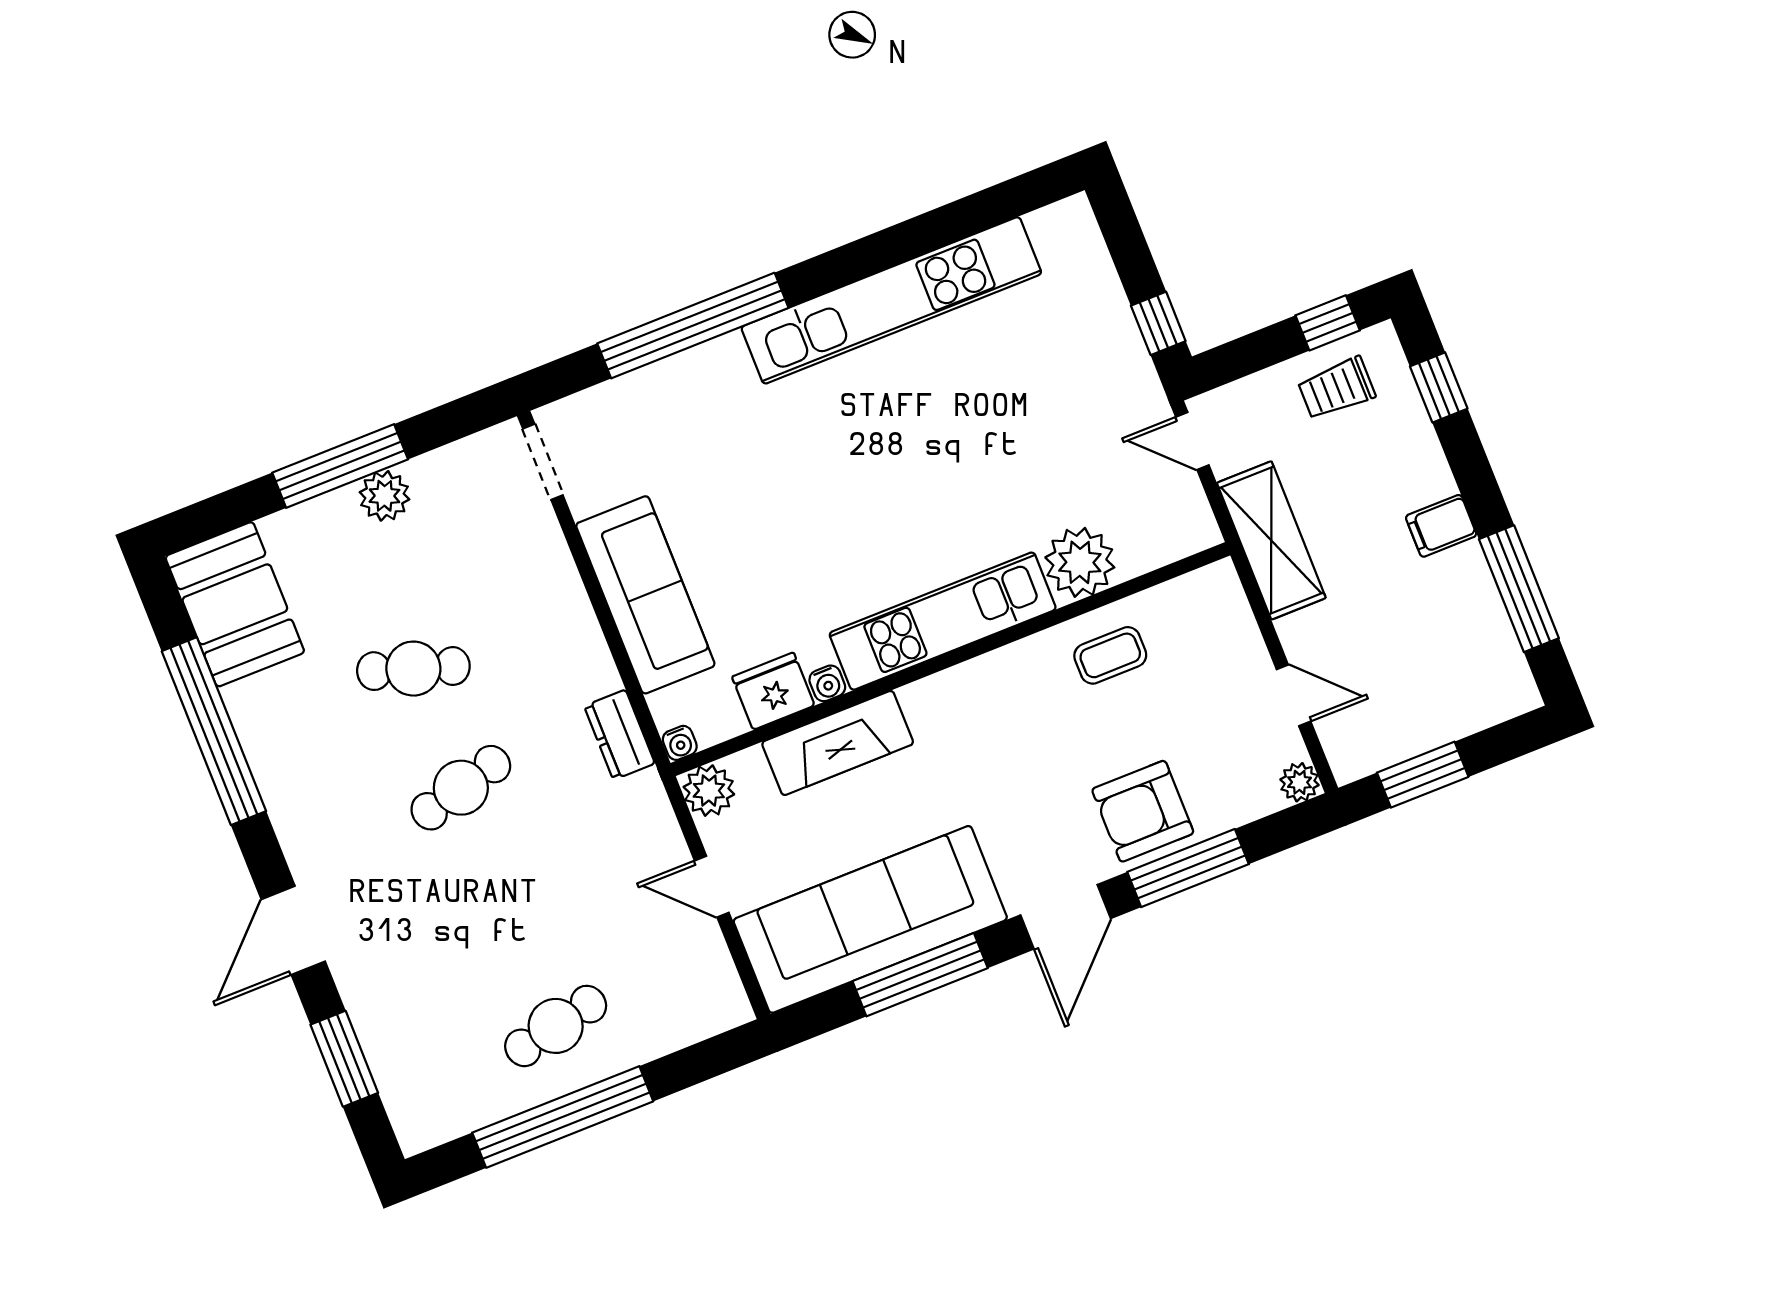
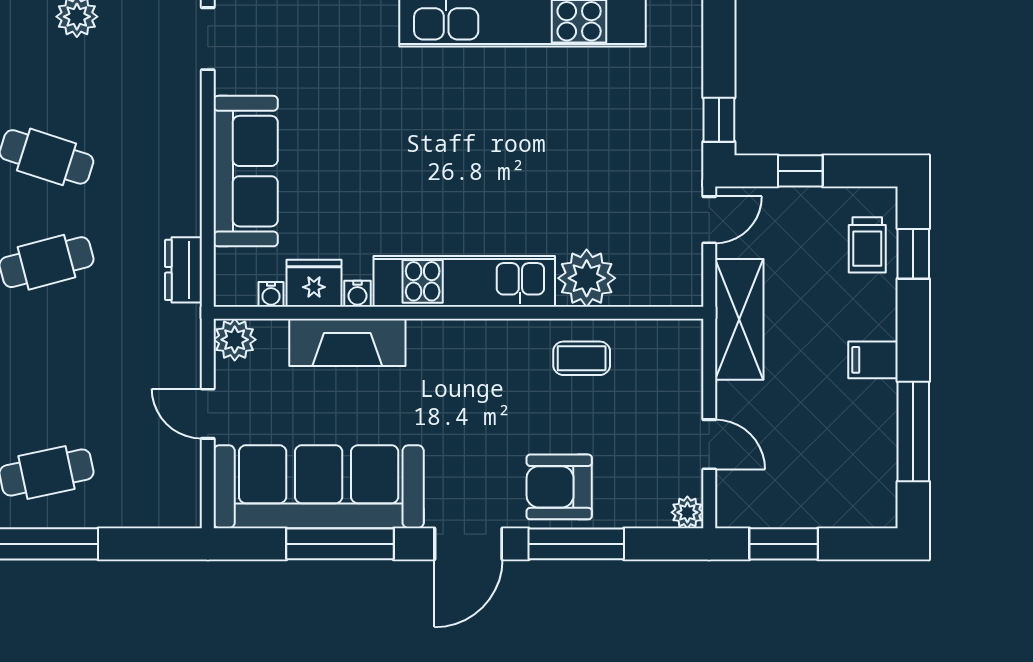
window: (1328, 323) -> (800, 171), moved
trolley: (1337, 388) -> (867, 245), moved, turned -90
door: (1192, 441) -> (709, 220), swing flipped
water cooler: (680, 743) -> (271, 294), moved

